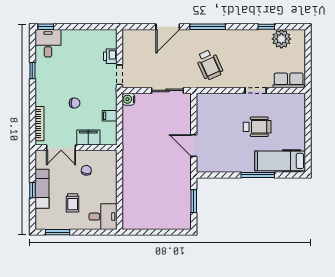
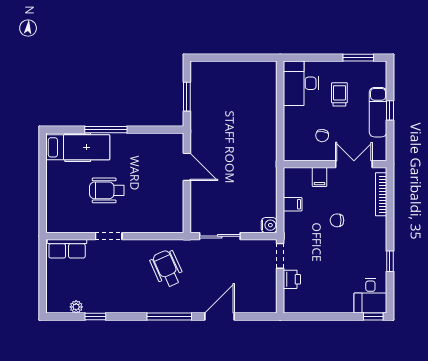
plant: (281, 39) -> (76, 307), width x0.53, depth x0.53
filing cabinet: (88, 137) -> (320, 177), width x0.50
desk: (103, 217) -> (301, 83), width x1.37

